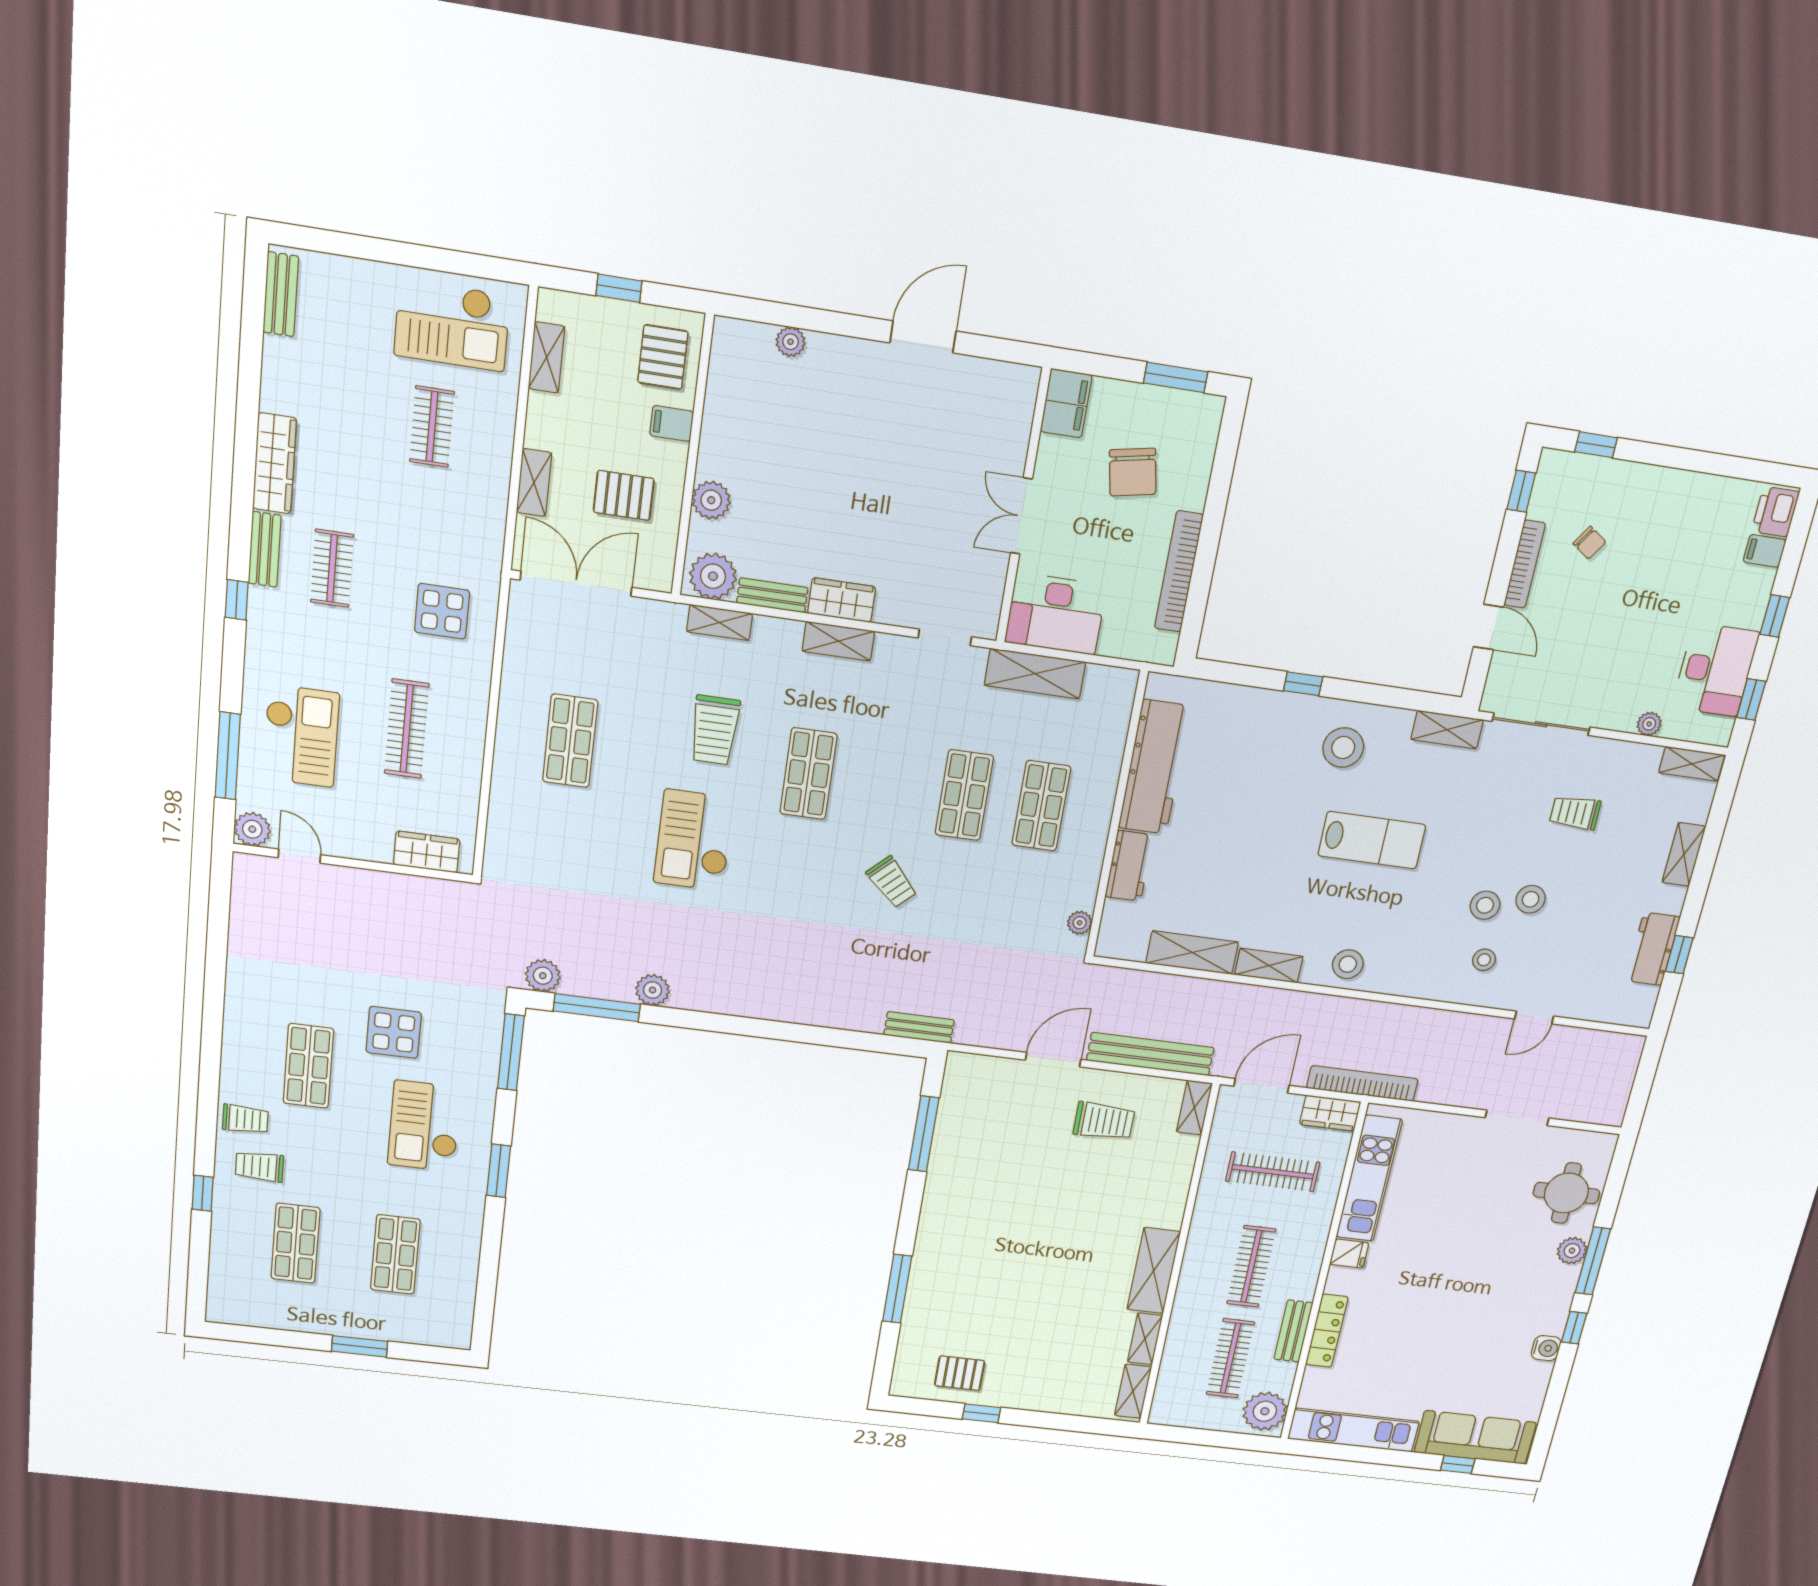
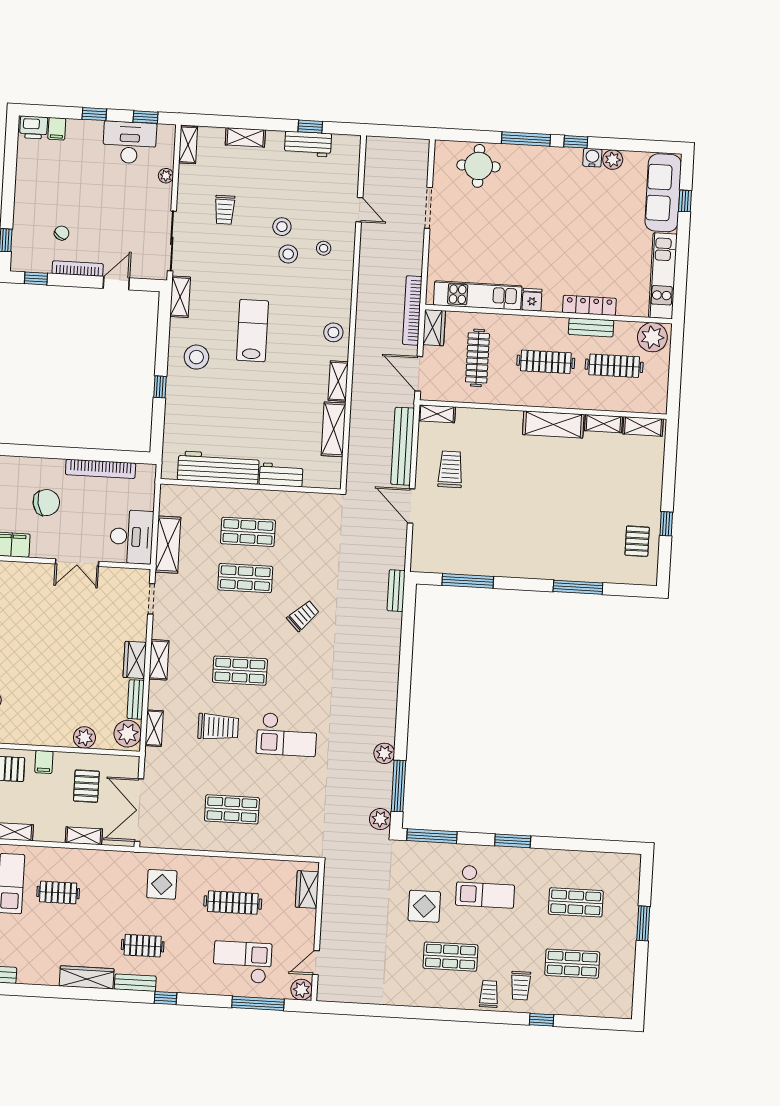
plant: (1080, 923) -> (320, 500), removed
plant: (1572, 1251) -> (613, 160), moved

